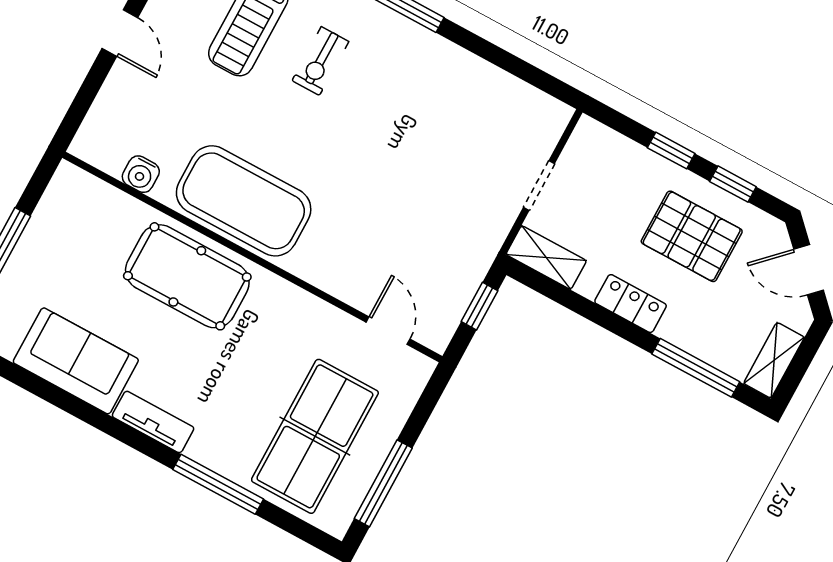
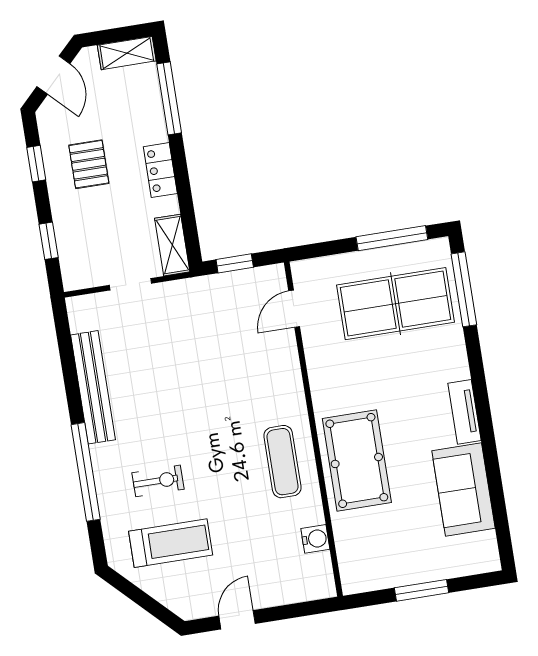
bench: (465, 68) -> (93, 387), added
window: (671, 151) -> (49, 241), moved
exercise mat: (244, 201) -> (282, 462), width x0.50, depth x0.69
pallet: (692, 236) -> (89, 164), width x0.67, depth x0.71
window: (218, 484) -> (464, 289), moved

